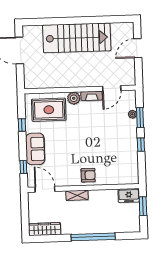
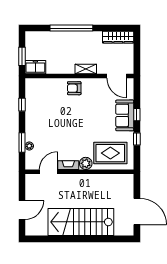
window: (141, 145) -> (22, 105), moved
window: (23, 167) -> (137, 115), moved

